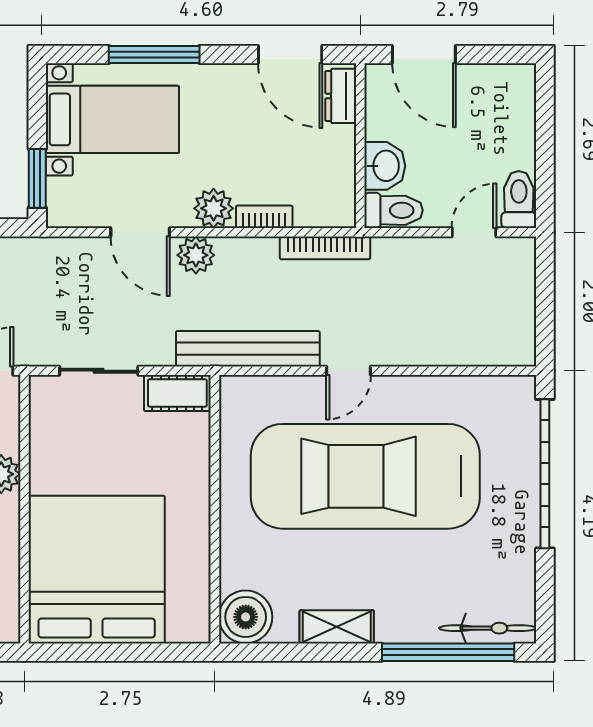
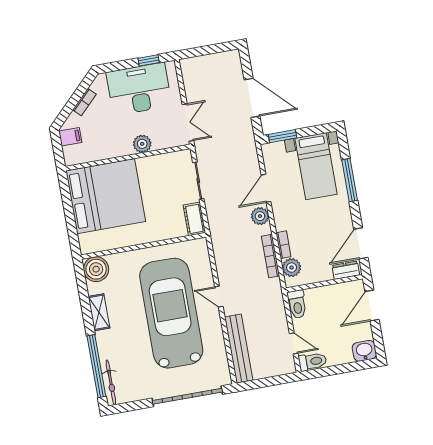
washbasin: (385, 166) -> (364, 351), moved, turned 180
plant: (214, 208) -> (292, 268), moved
bookcase: (325, 248) -> (271, 256), moved
bench: (248, 349) -> (239, 349), moved

